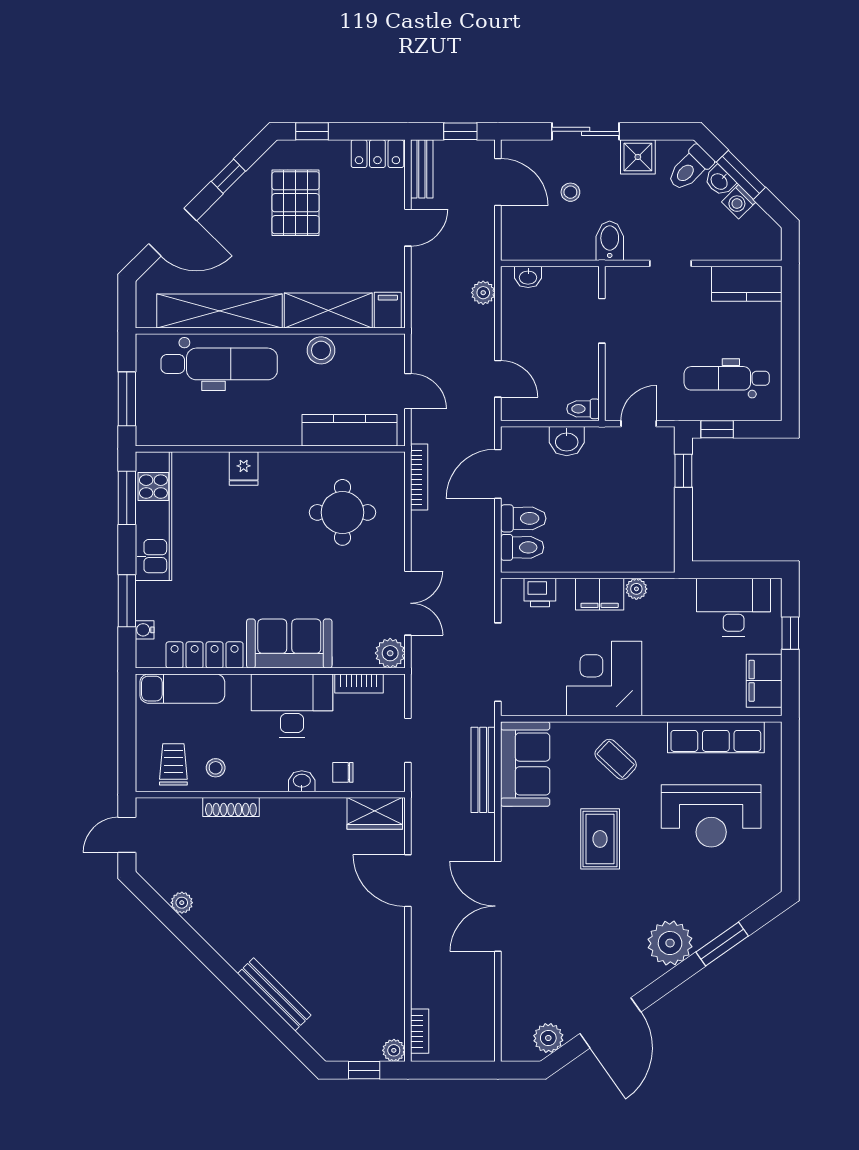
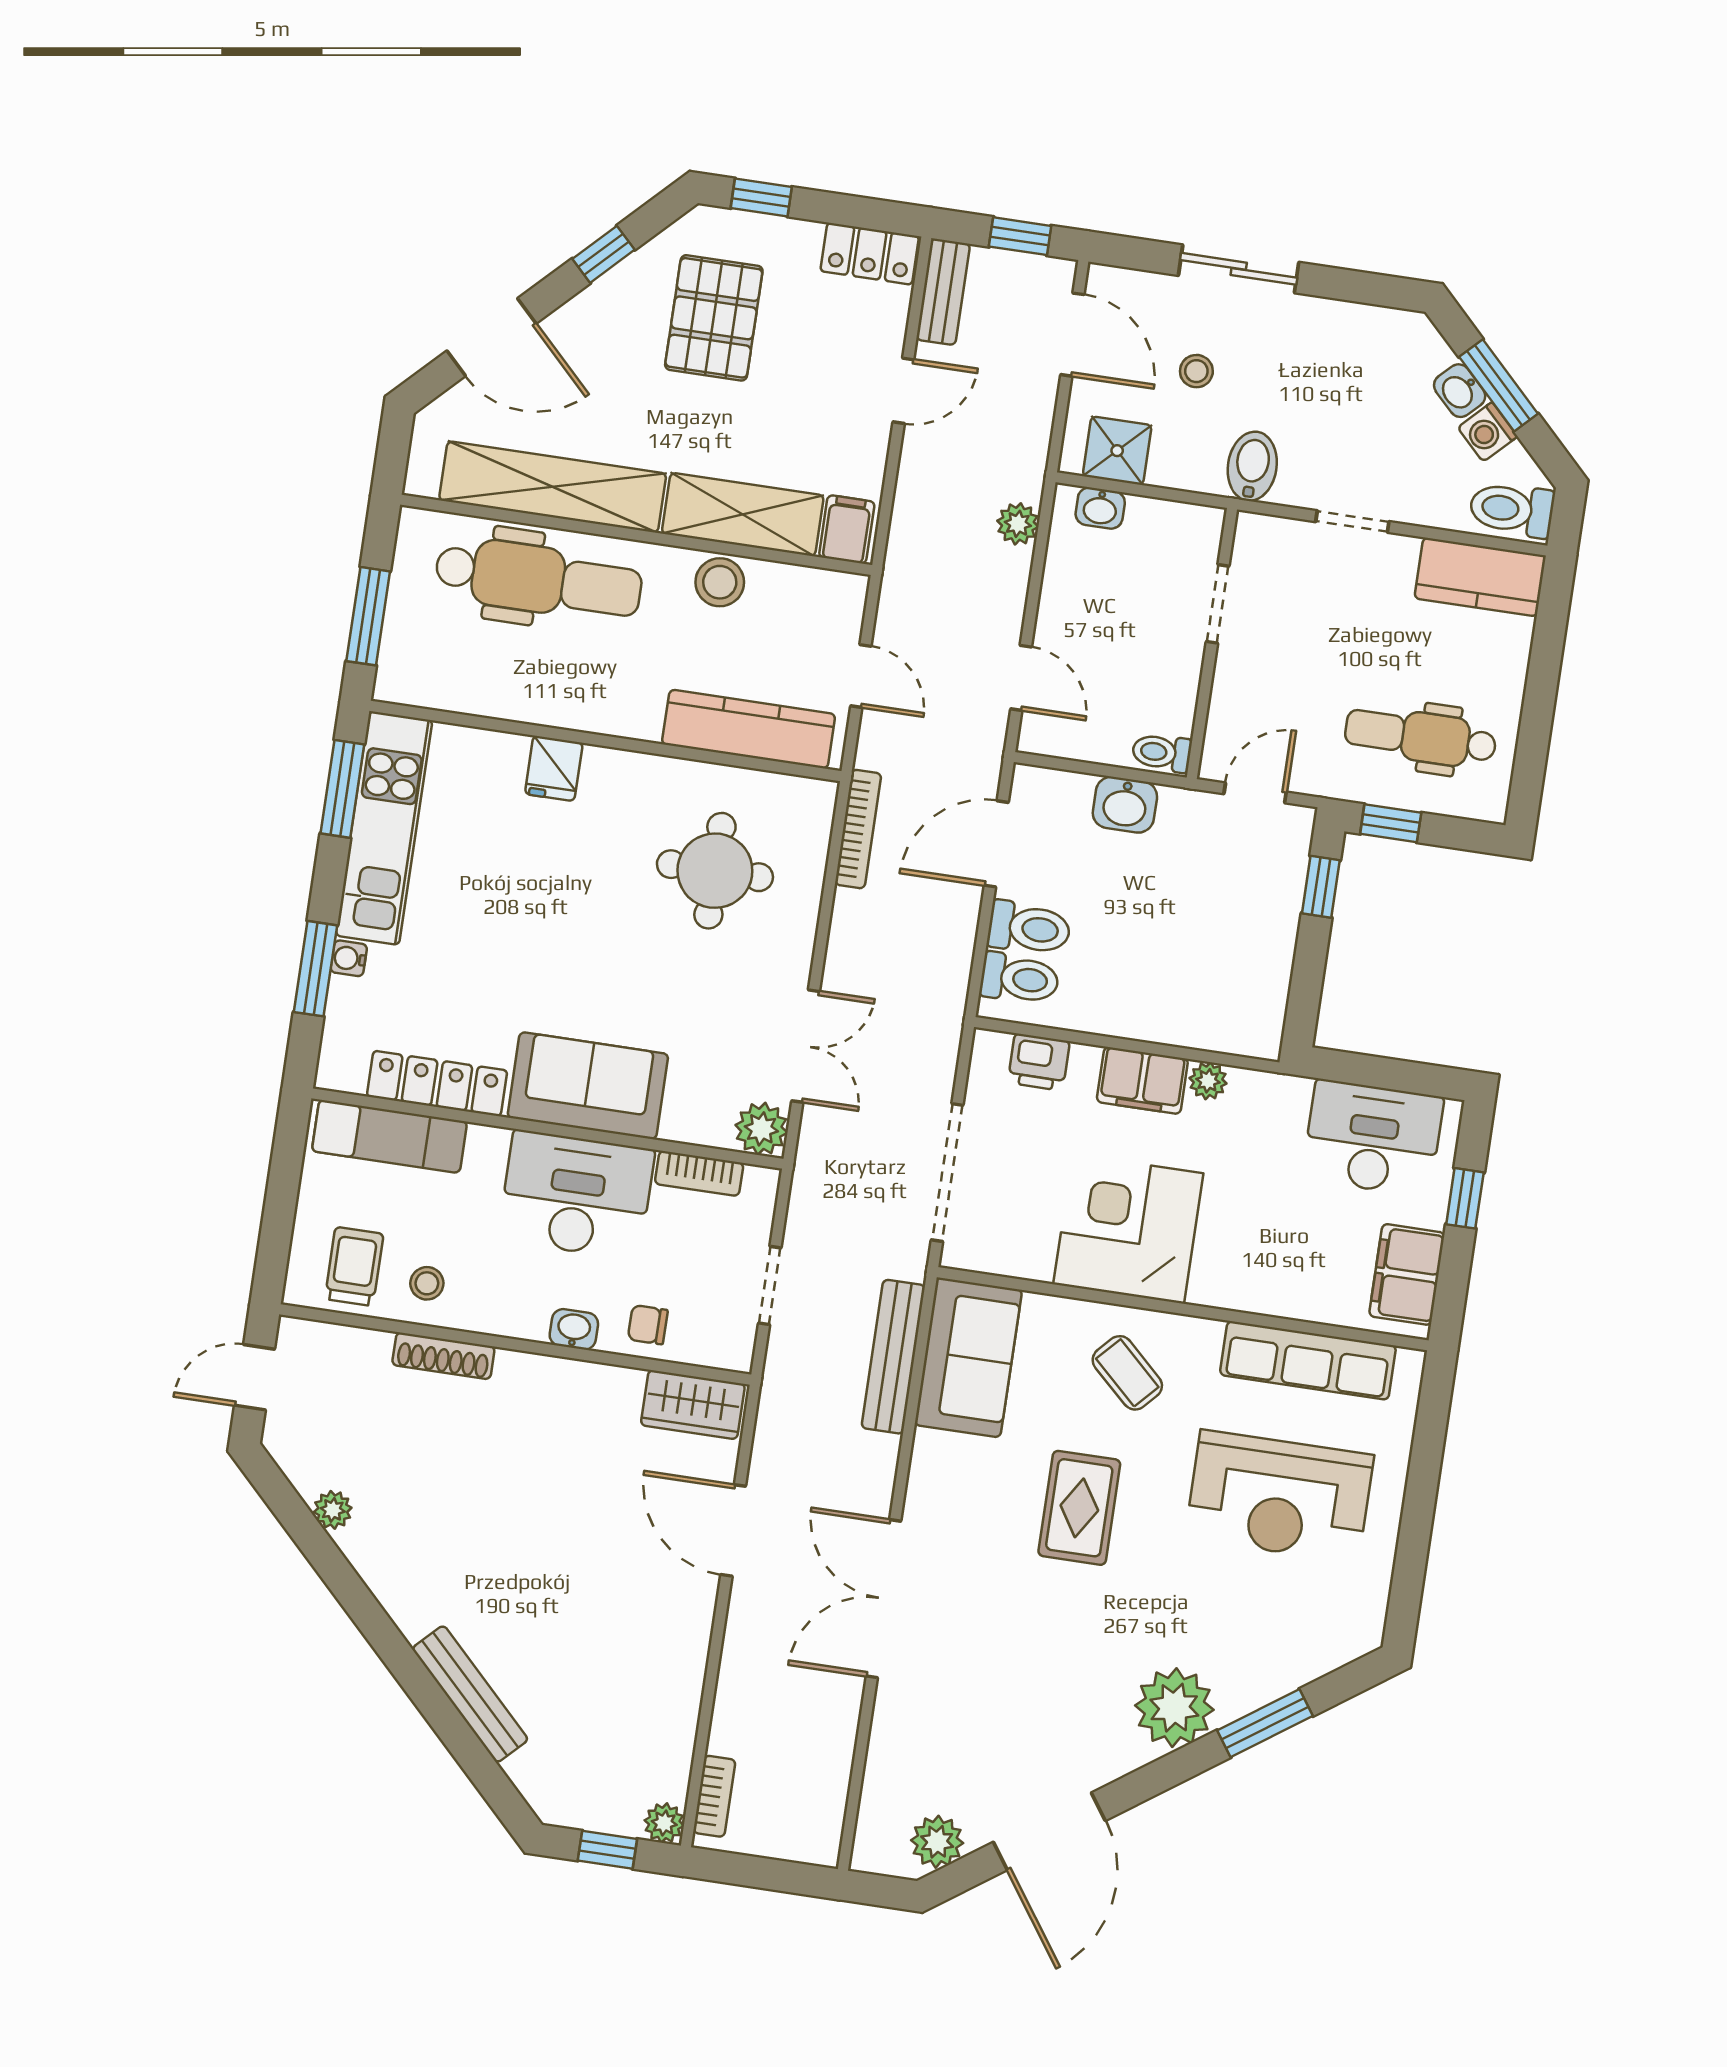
shower: (638, 157) -> (1117, 451), moved
toilet: (690, 168) -> (1512, 509), moved, turned 45
water cooler: (145, 630) -> (349, 958), moved

